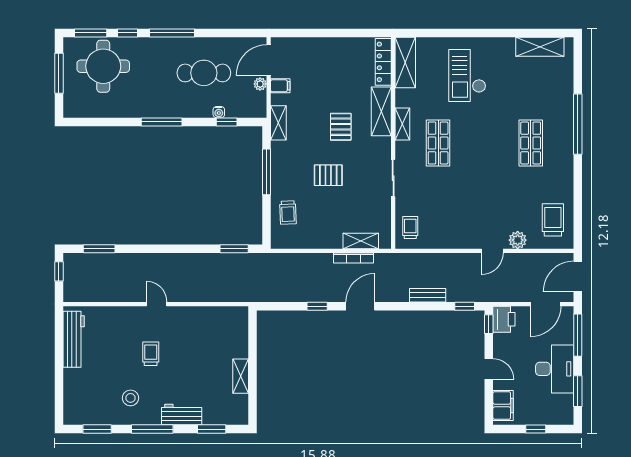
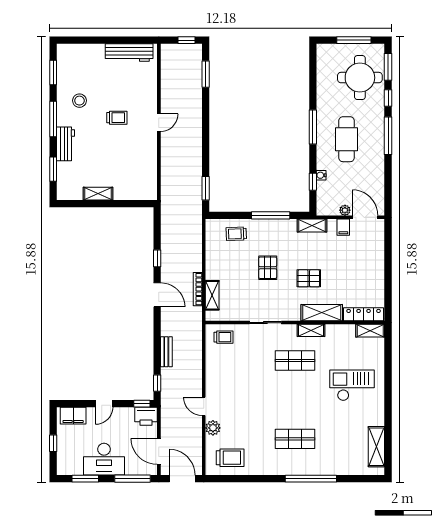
shelving: (405, 62) -> (370, 331), width x0.67, depth x0.75
cafe table: (204, 73) -> (347, 139), moved

